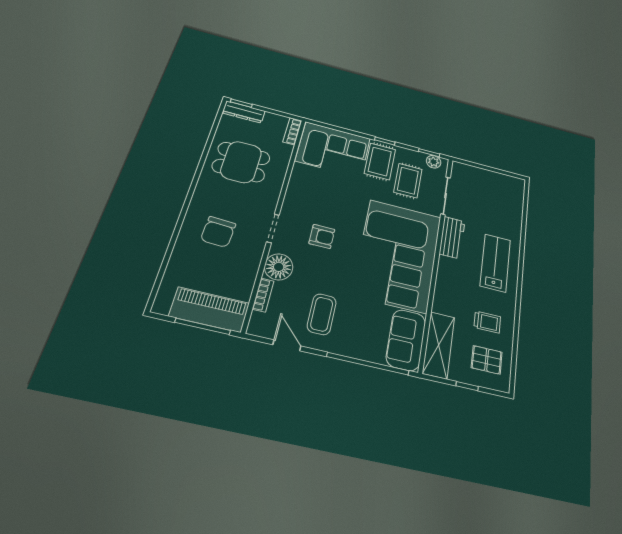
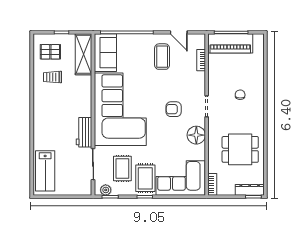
chair: (218, 232) -> (240, 95), width x0.54, depth x0.54
lab bench: (495, 263) -> (45, 171), moved
floor lamp: (279, 267) -> (196, 135), moved

